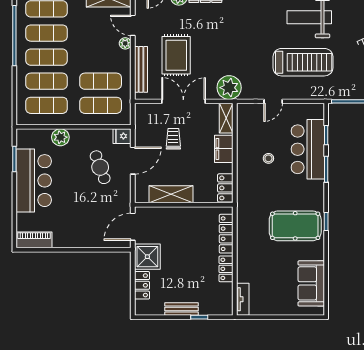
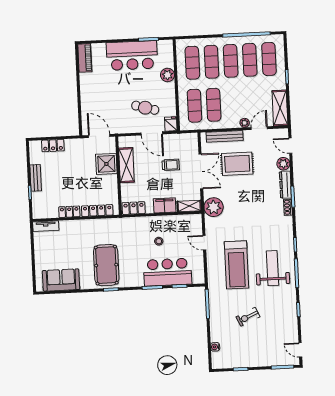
cafe table: (100, 167) -> (145, 108), turned 36
shower: (147, 257) -> (106, 164), moved

